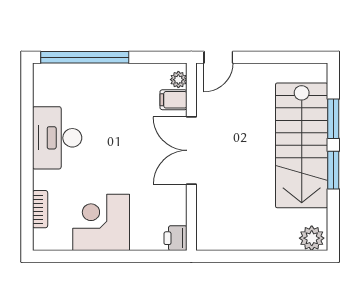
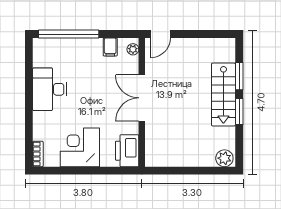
filing cabinet: (173, 100) -> (110, 47), moved, turned -90
stairs: (302, 145) -> (223, 95), width x0.73, depth x0.66
bookcase: (40, 209) -> (38, 154), moved
printer: (175, 238) -> (127, 151), width x1.87, depth x1.48

